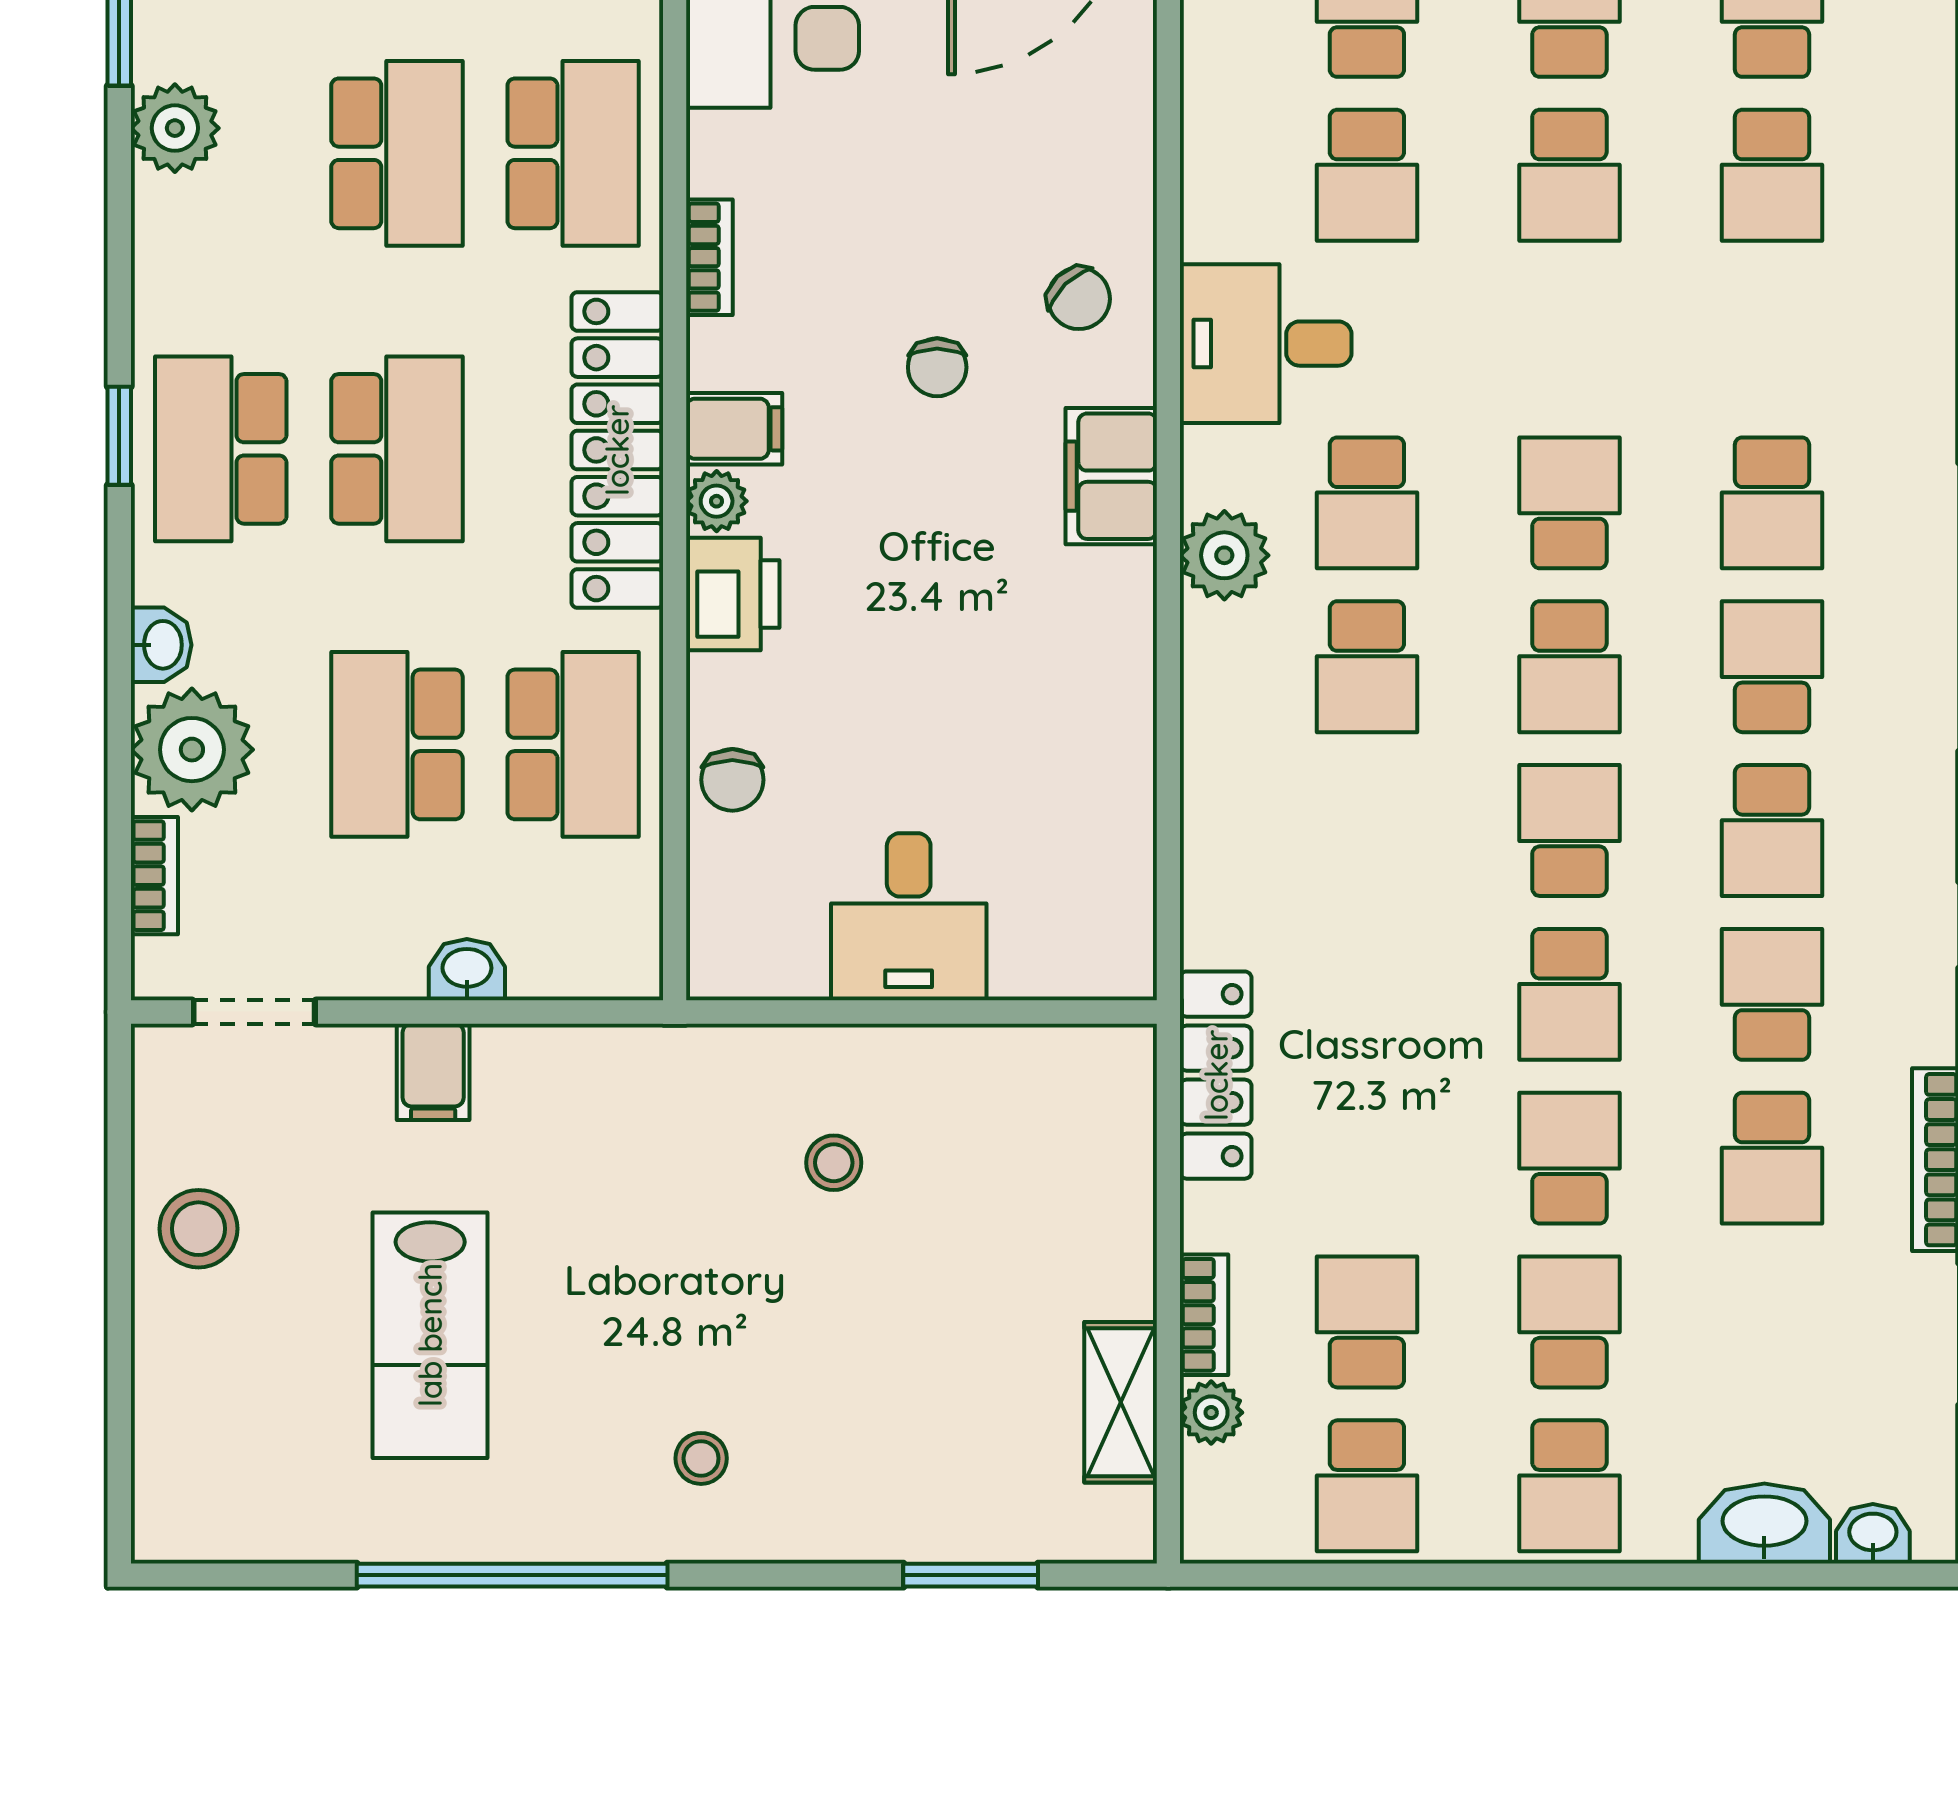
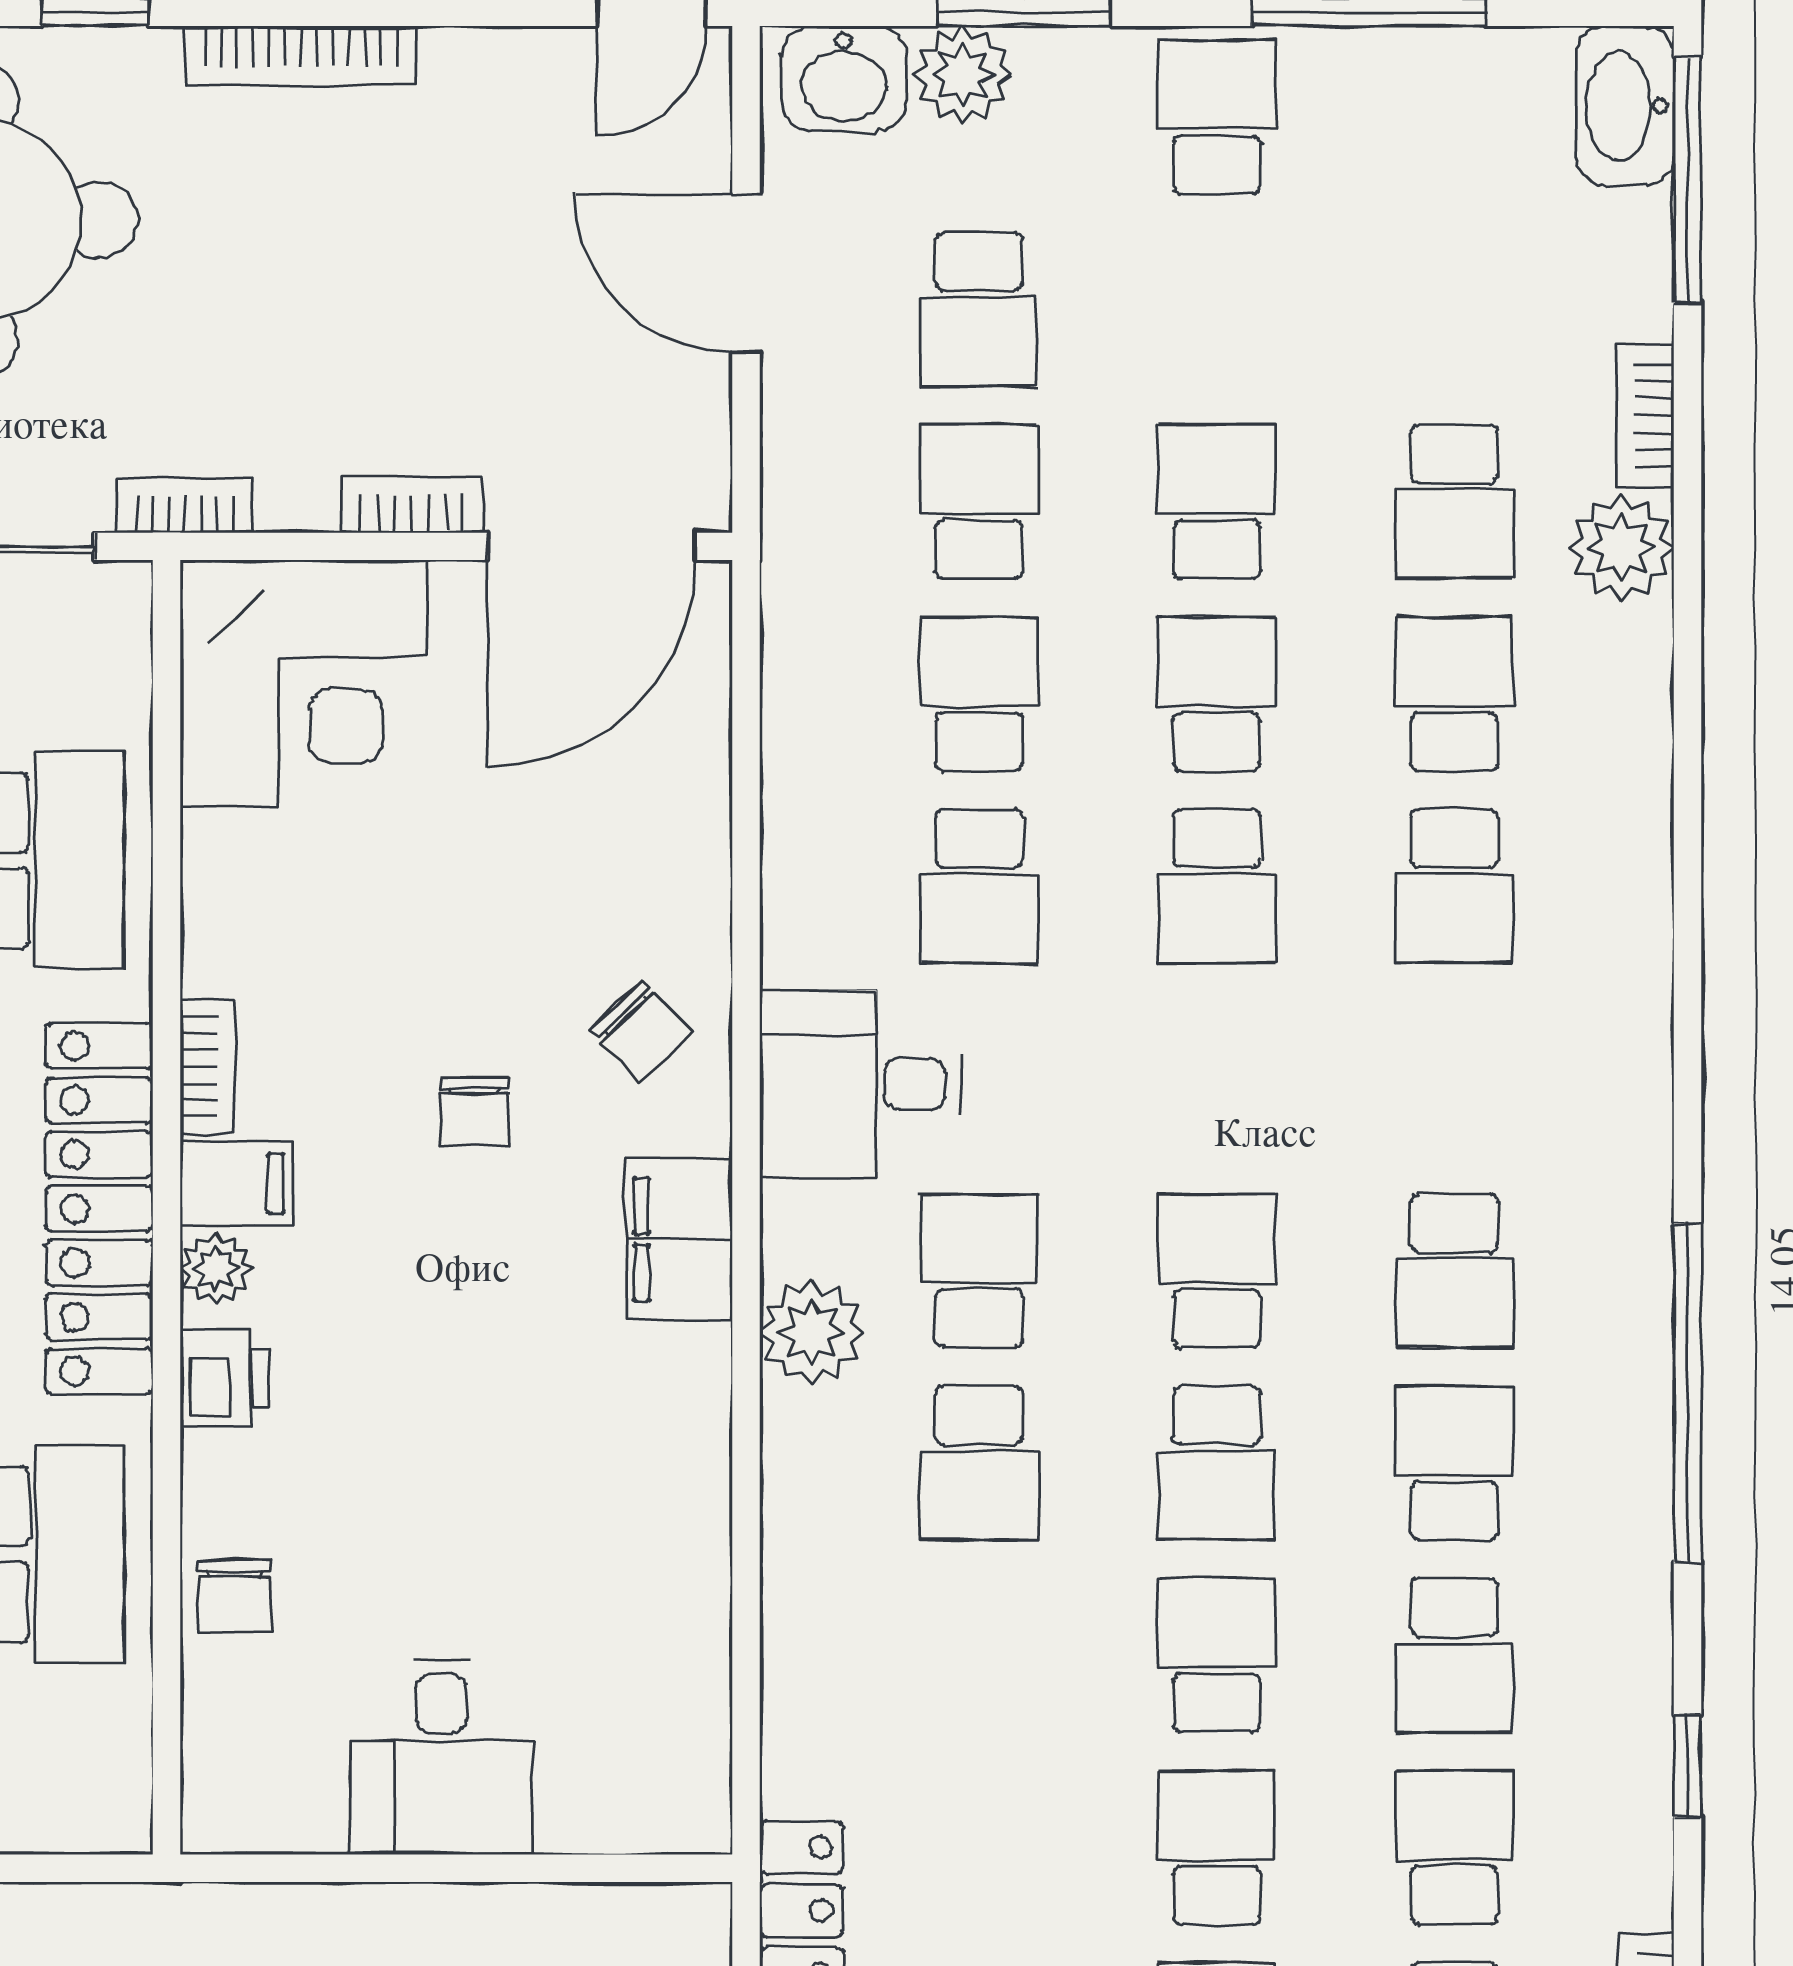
bookcase: (709, 257) -> (207, 1066), moved
school desk: (1367, 503) -> (979, 1271), turned 180
printer: (733, 594) -> (224, 1378), width x0.73, depth x0.81
school desk: (1569, 994) -> (1217, 1847), turned 180

